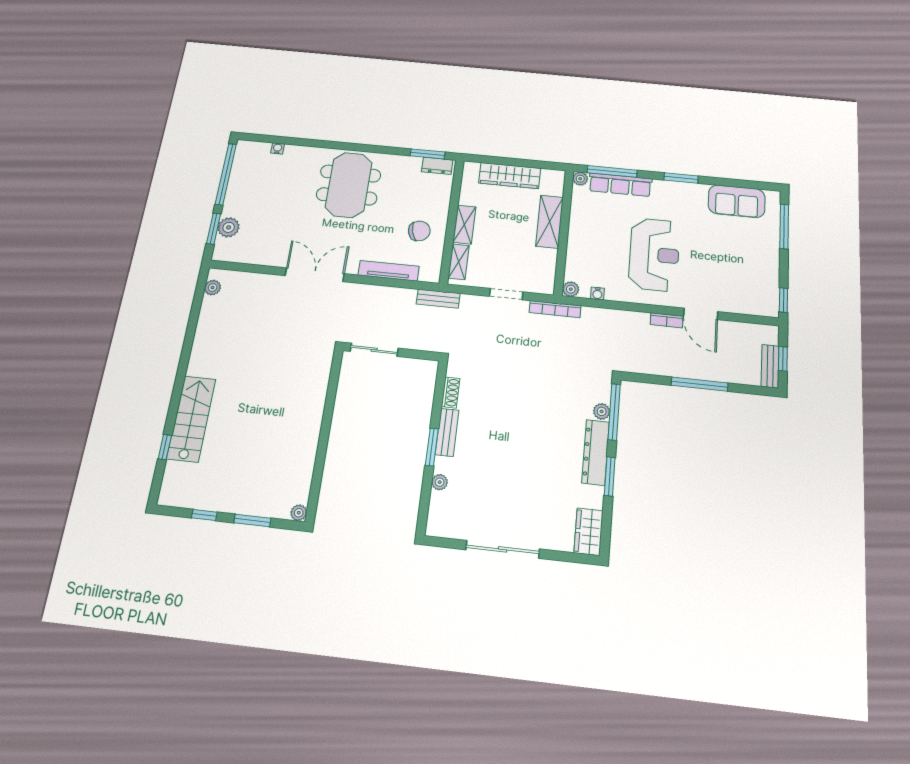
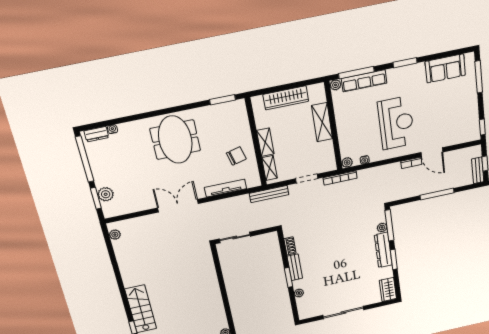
dresser: (437, 166) -> (96, 134), moved
bench: (438, 299) -> (269, 194), width x1.36

